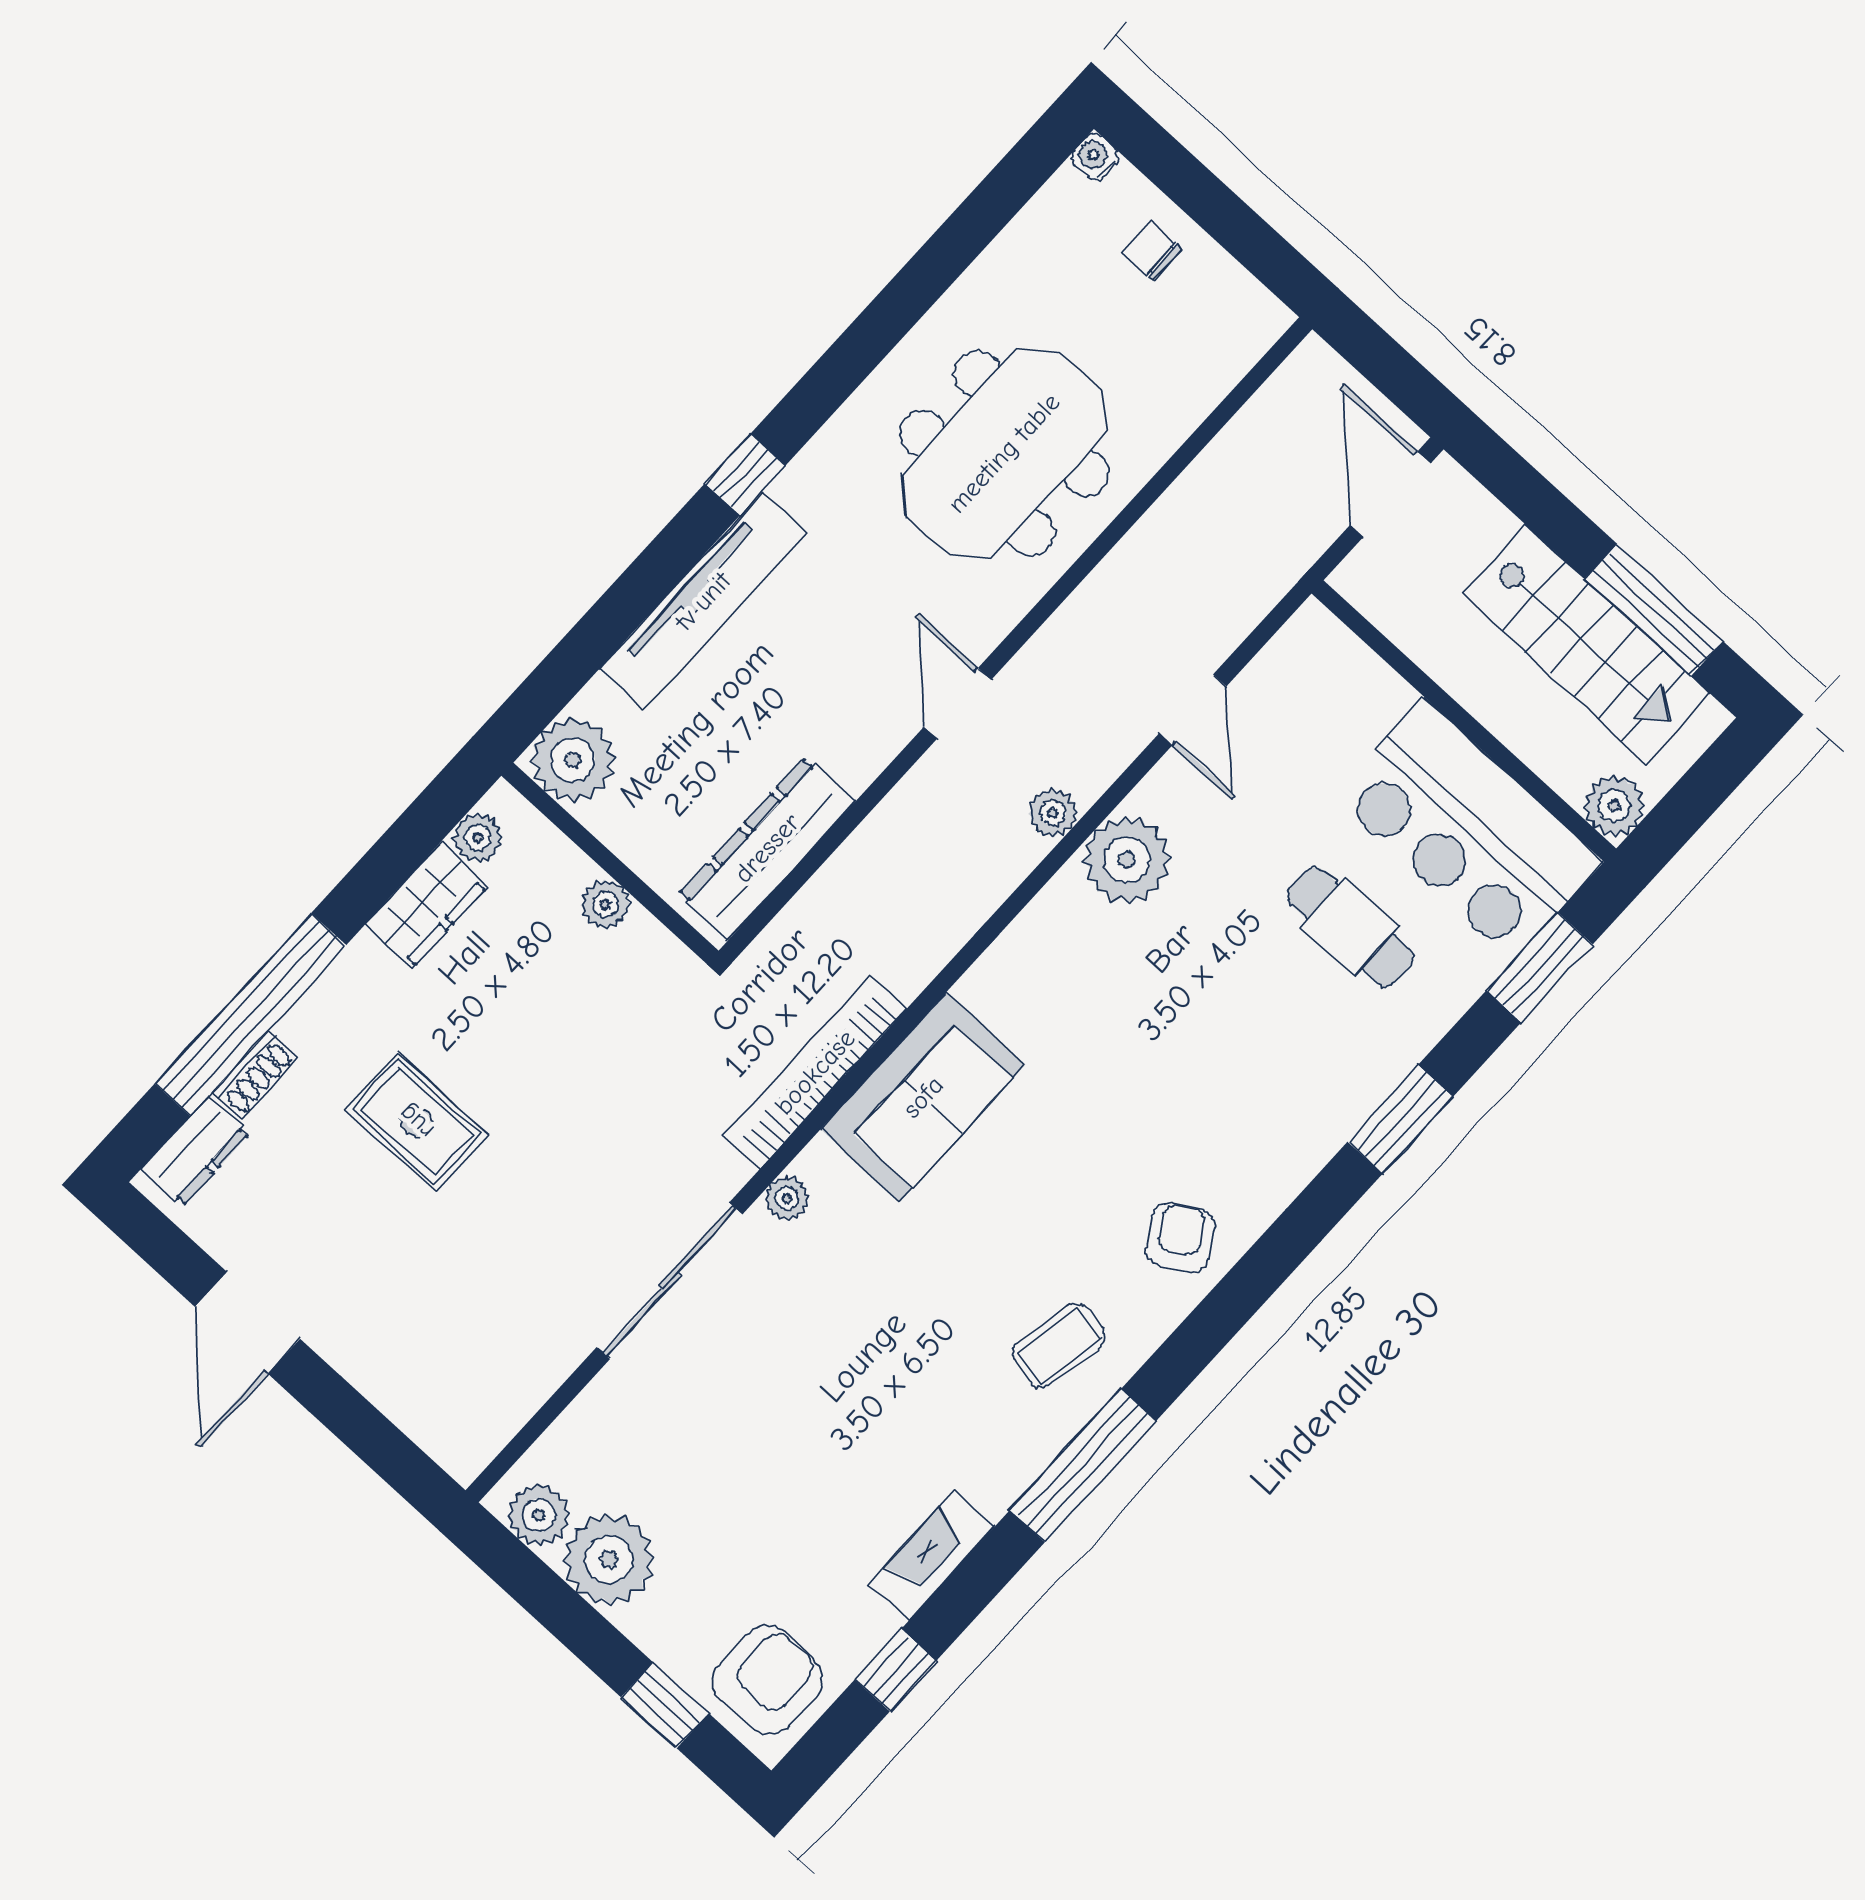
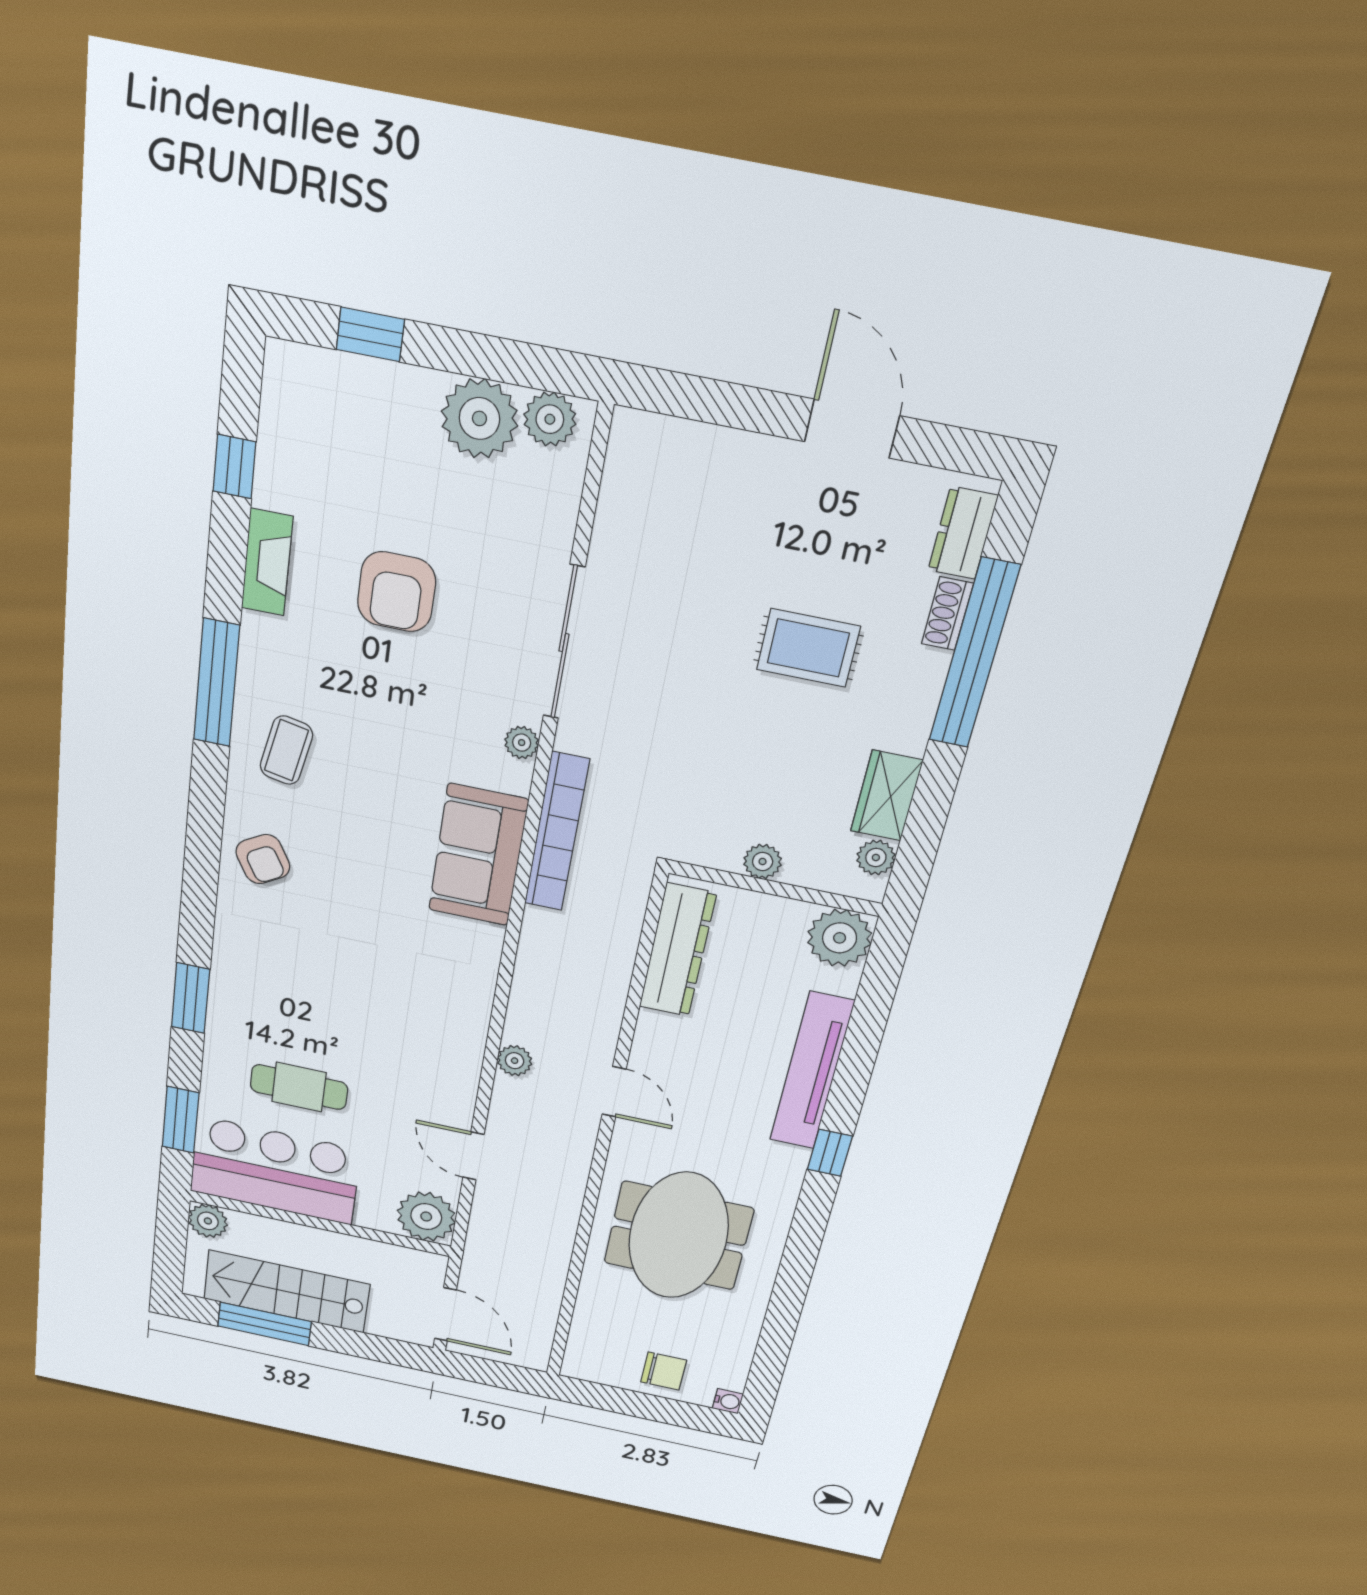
chair: (1152, 251) -> (664, 1371), width x1.37, depth x1.37
plant: (1127, 860) -> (426, 1217), moved
armchair: (768, 1680) -> (397, 592), moved

